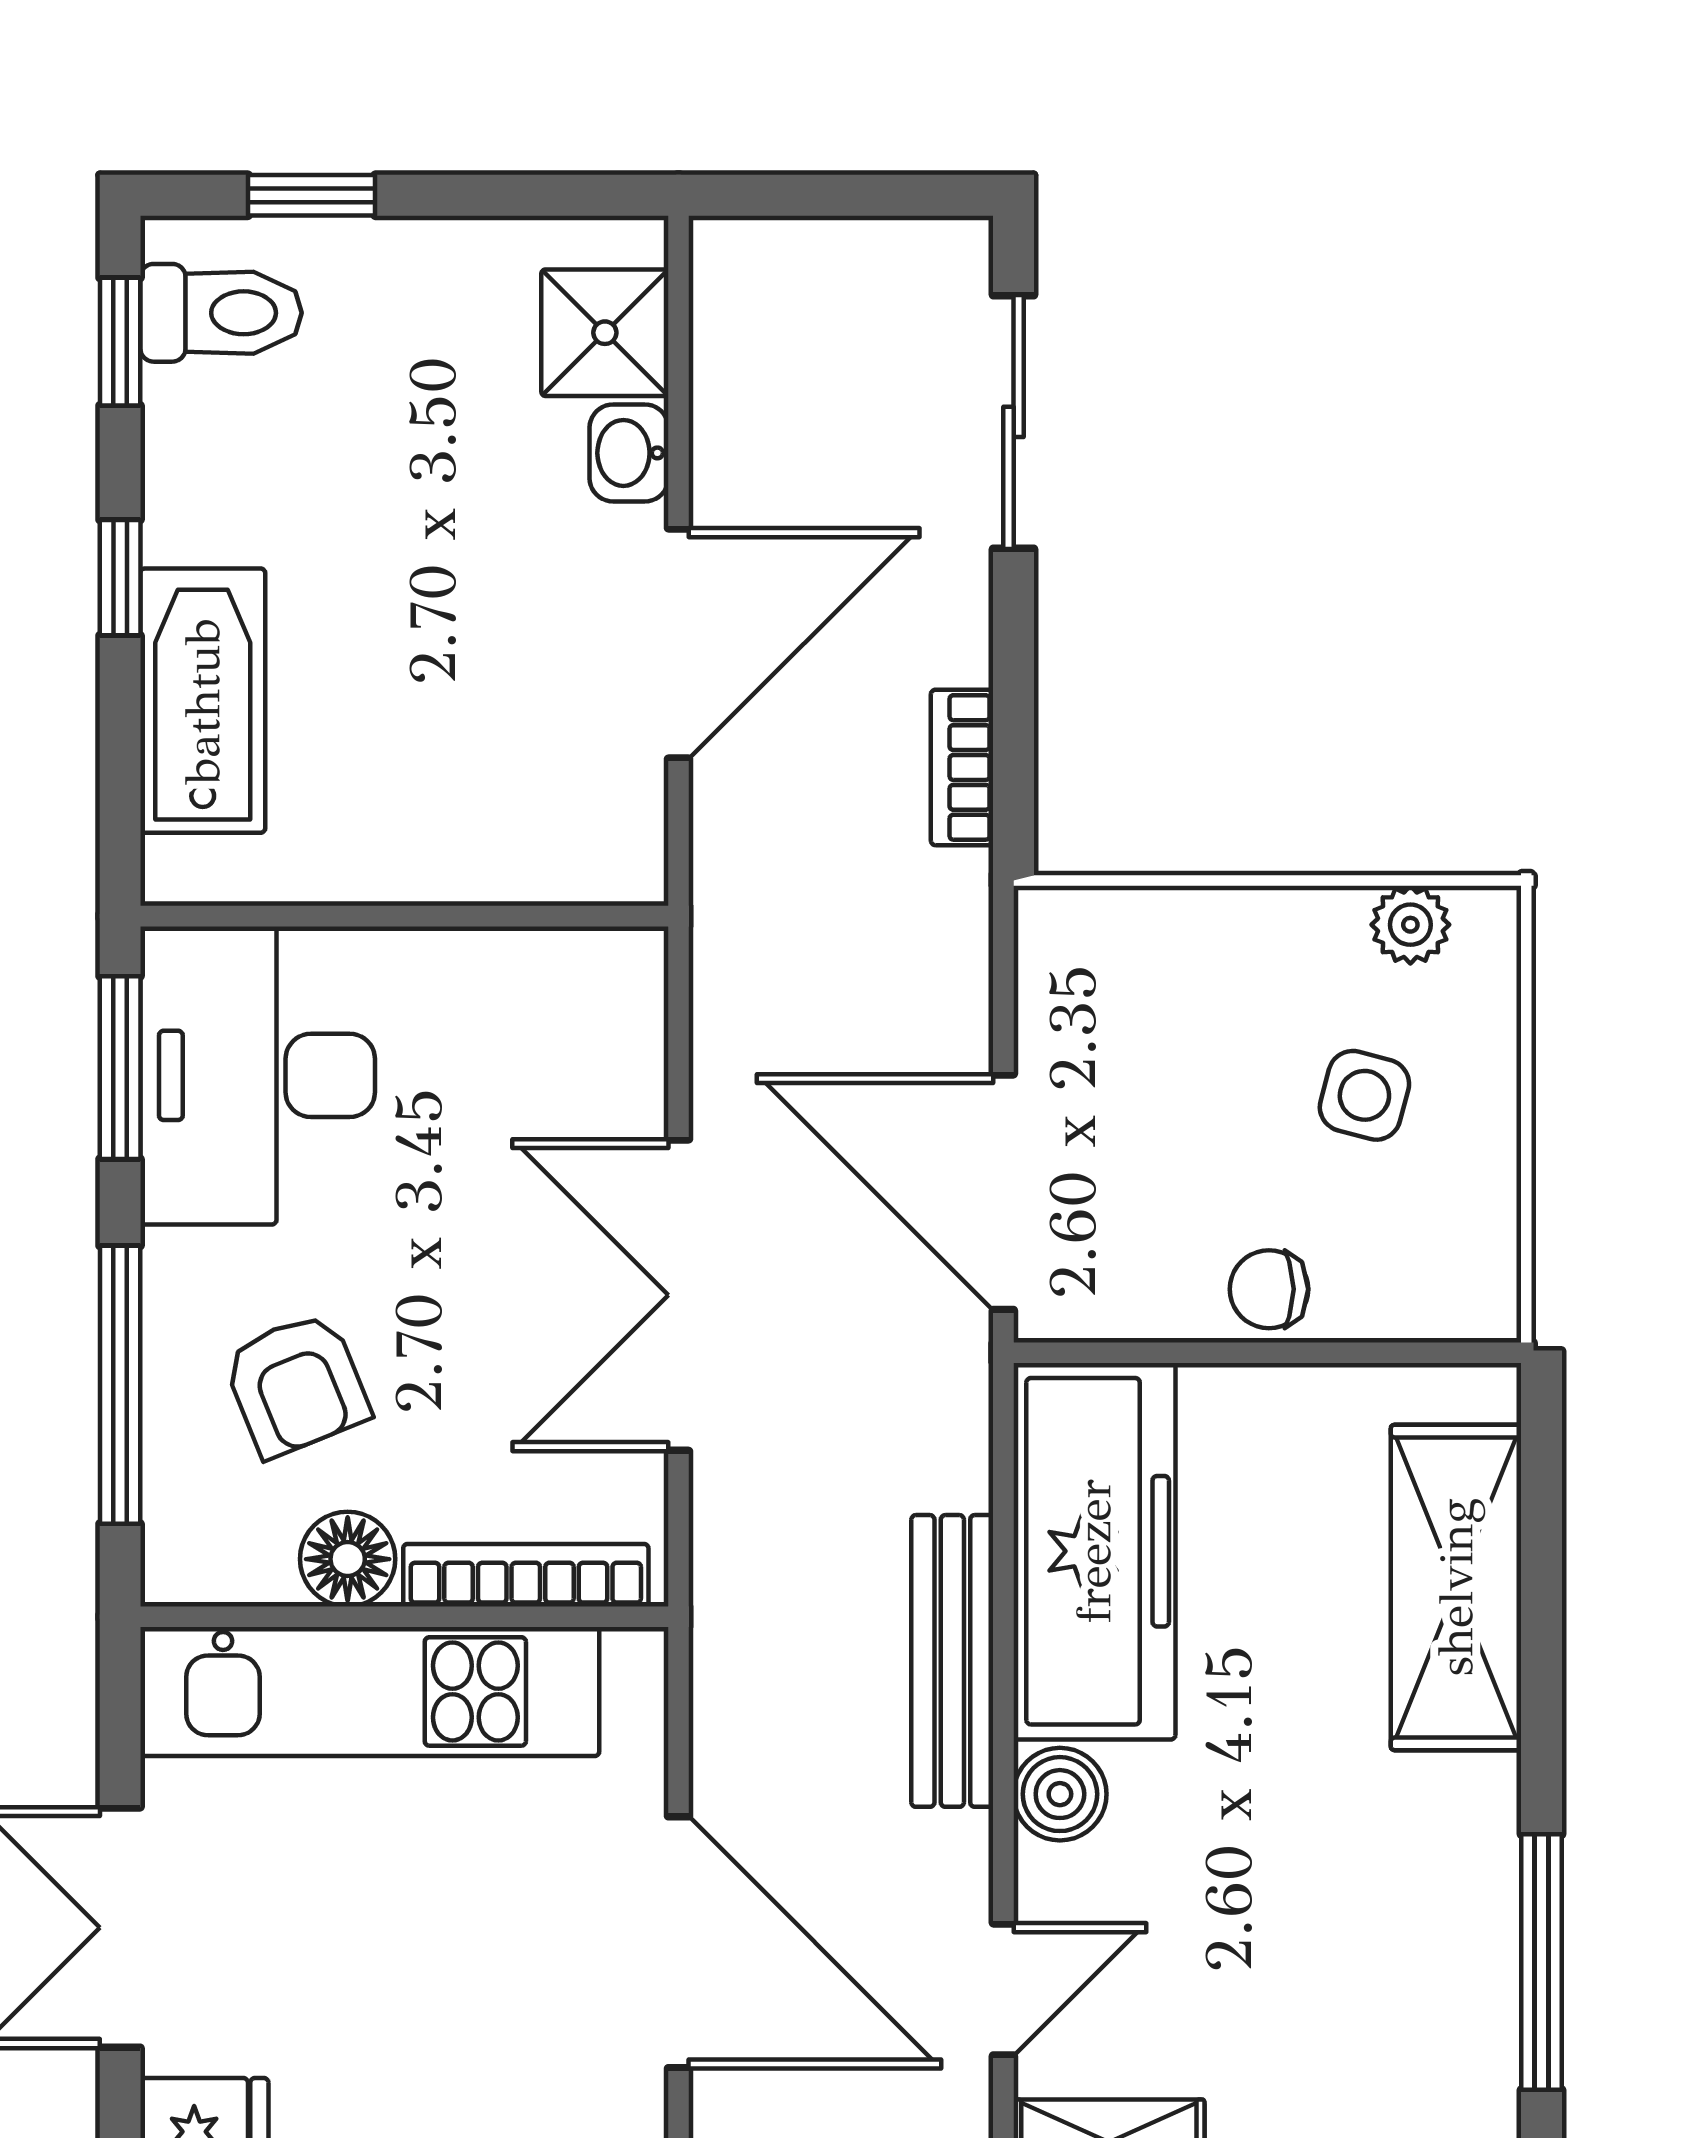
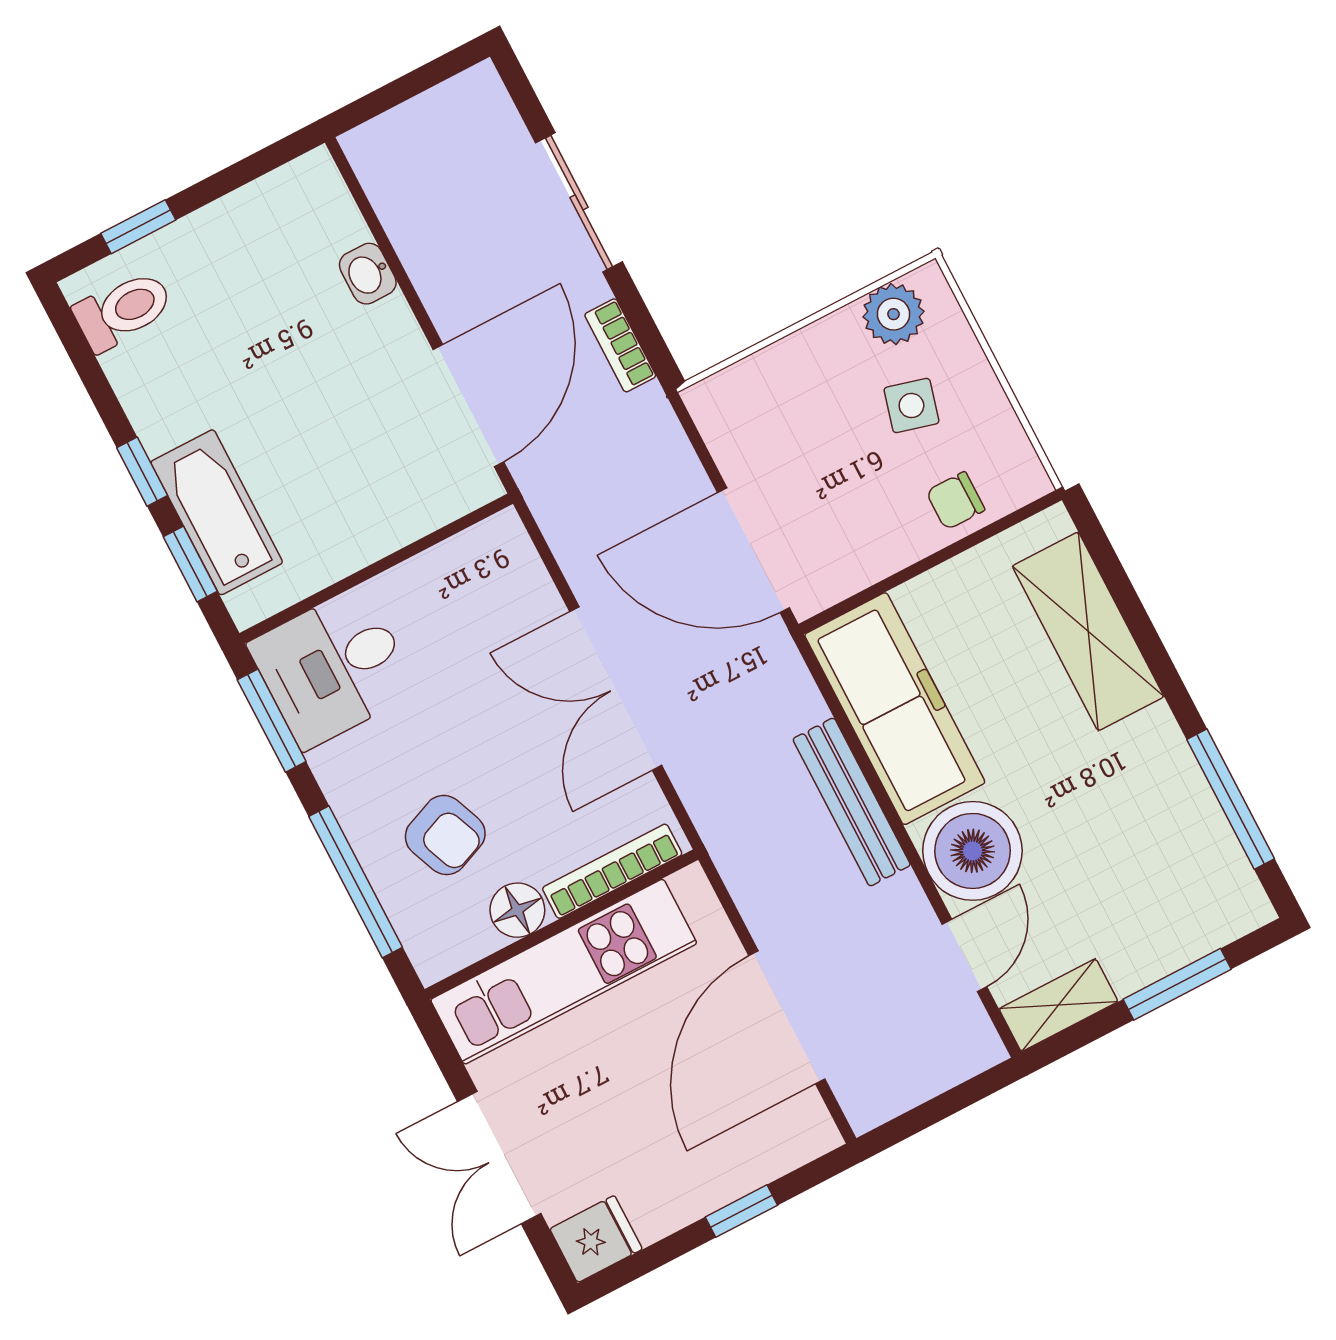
shower: (605, 333) -> (324, 219), removed
window: (120, 342) -> (190, 564), moved
sliding door: (1014, 422) -> (579, 202), moved
door: (678, 644) -> (468, 406), moved
plant: (1410, 925) -> (894, 314), width x1.38, depth x1.38
desk: (258, 1075) -> (333, 668), width x0.73
chair: (1269, 1289) -> (955, 501), moved
boiler: (1060, 1794) -> (972, 851), width x1.86, depth x1.86
door: (678, 1942) -> (787, 1017), swing flipped

